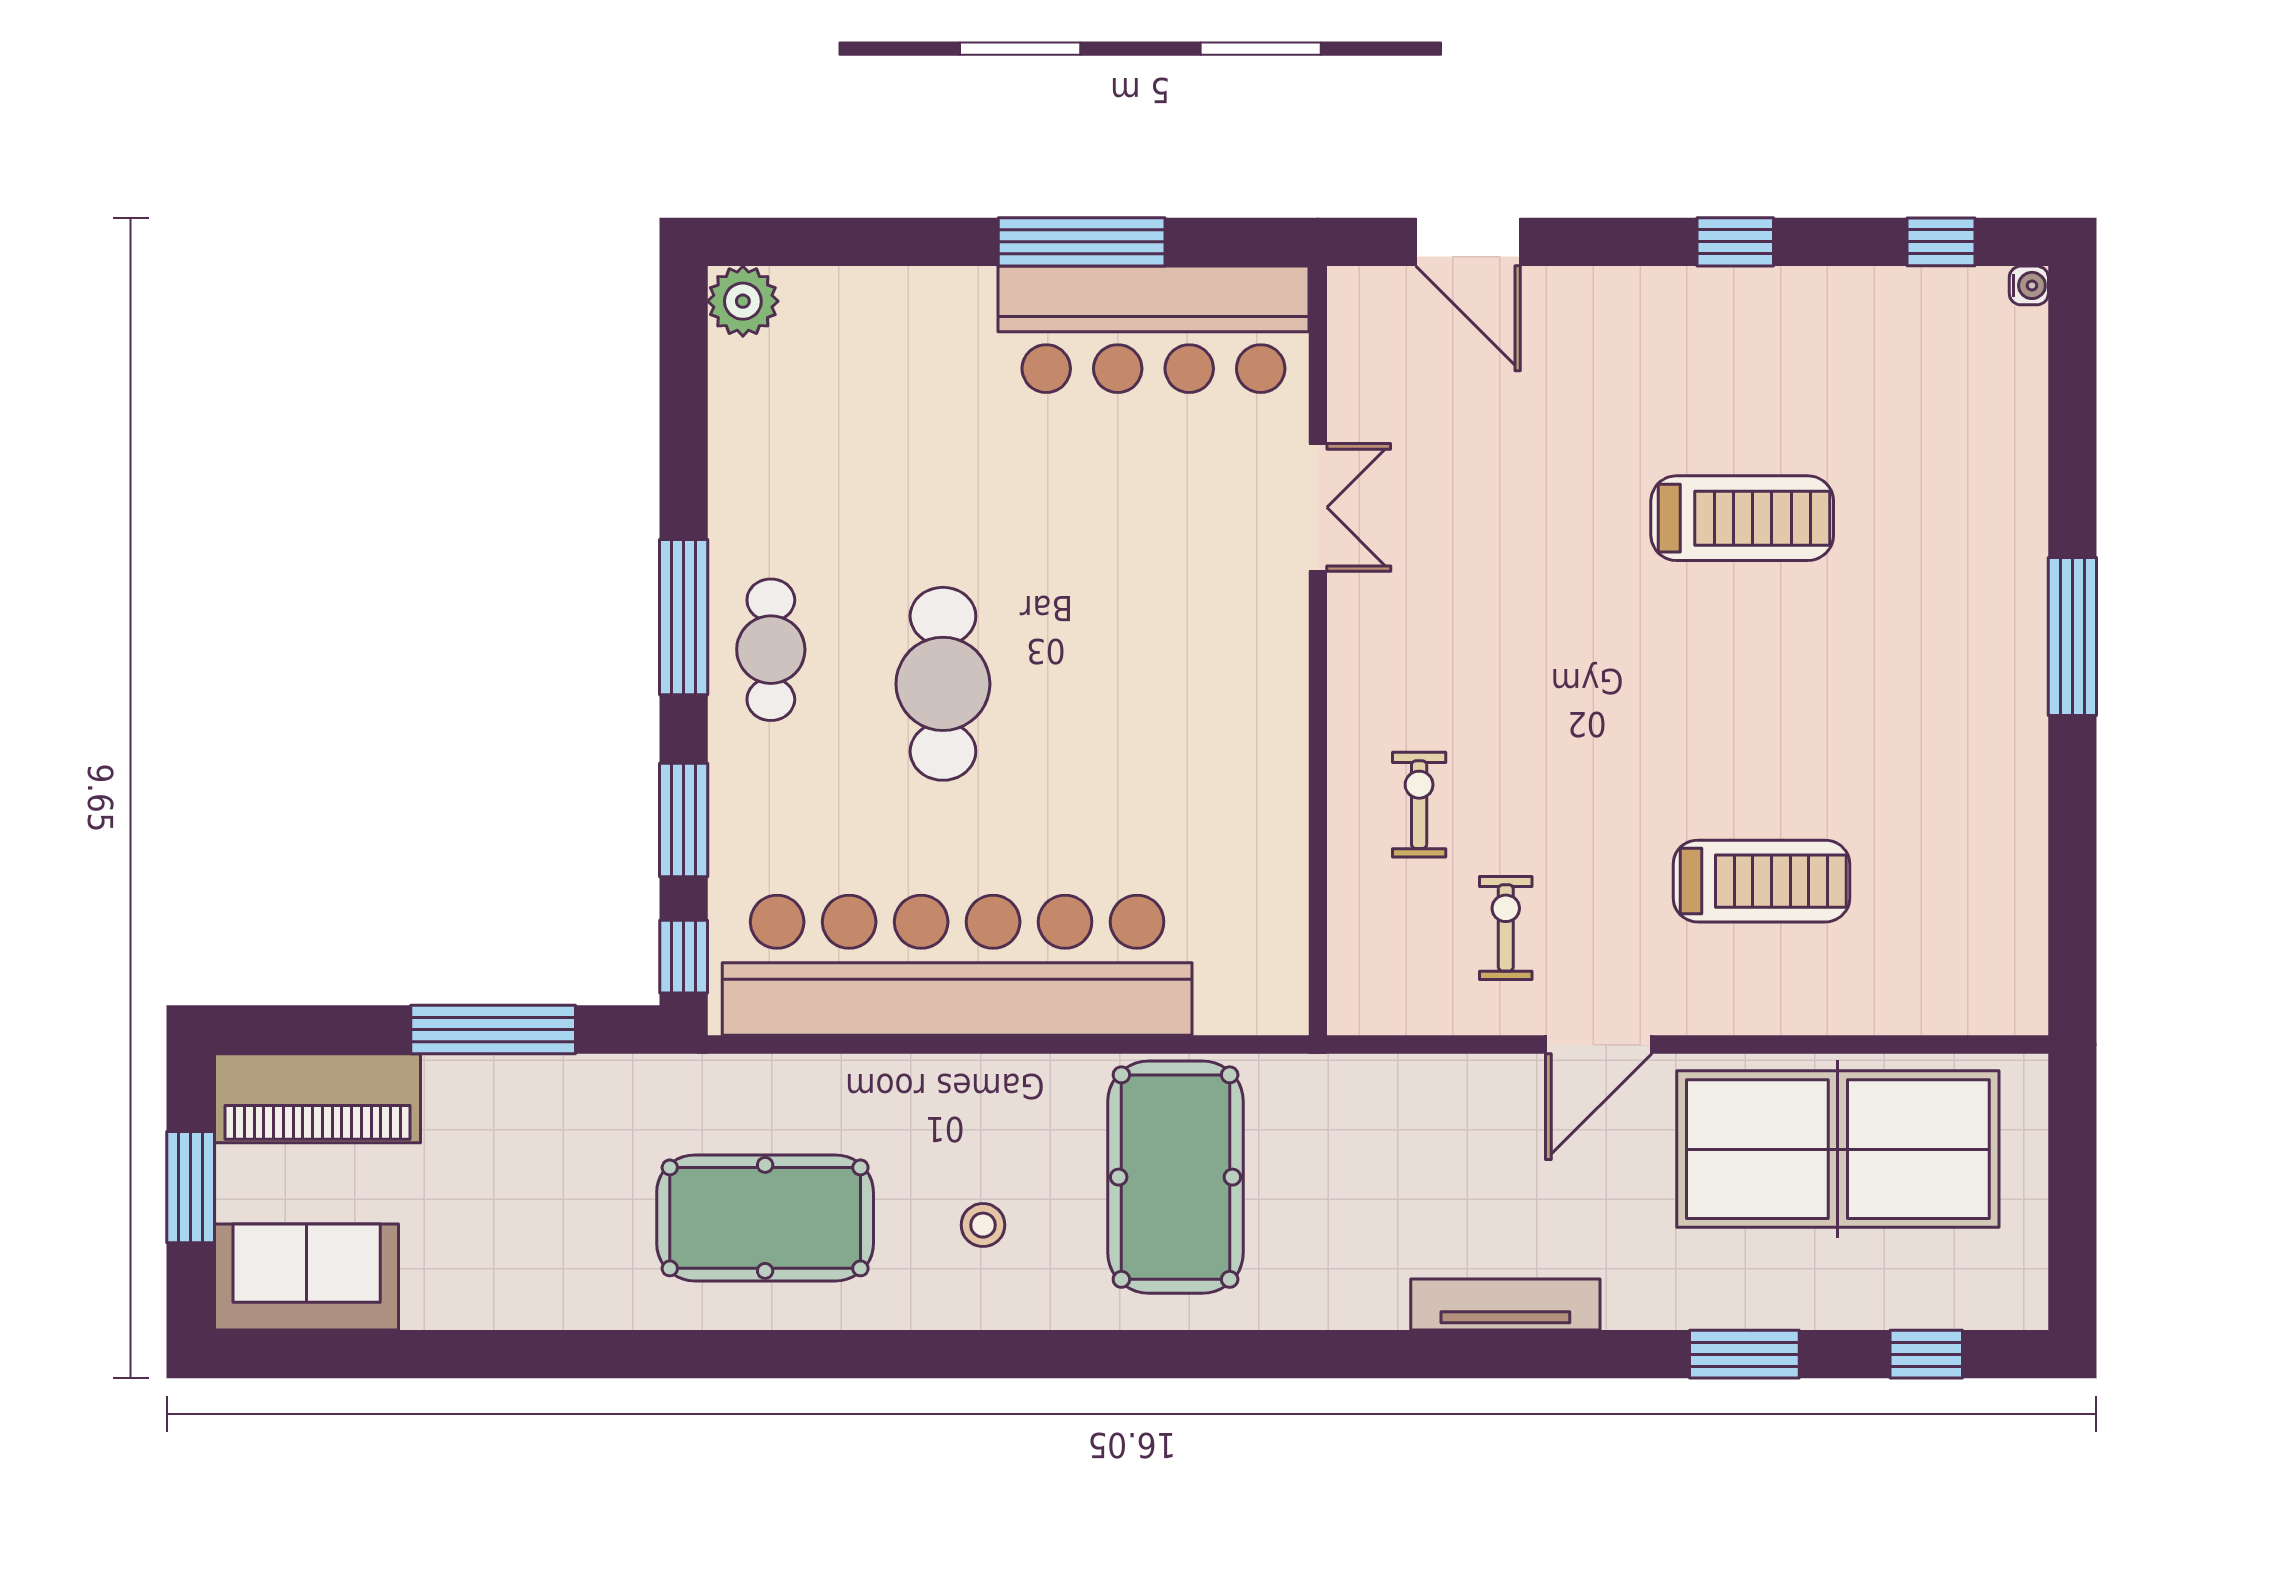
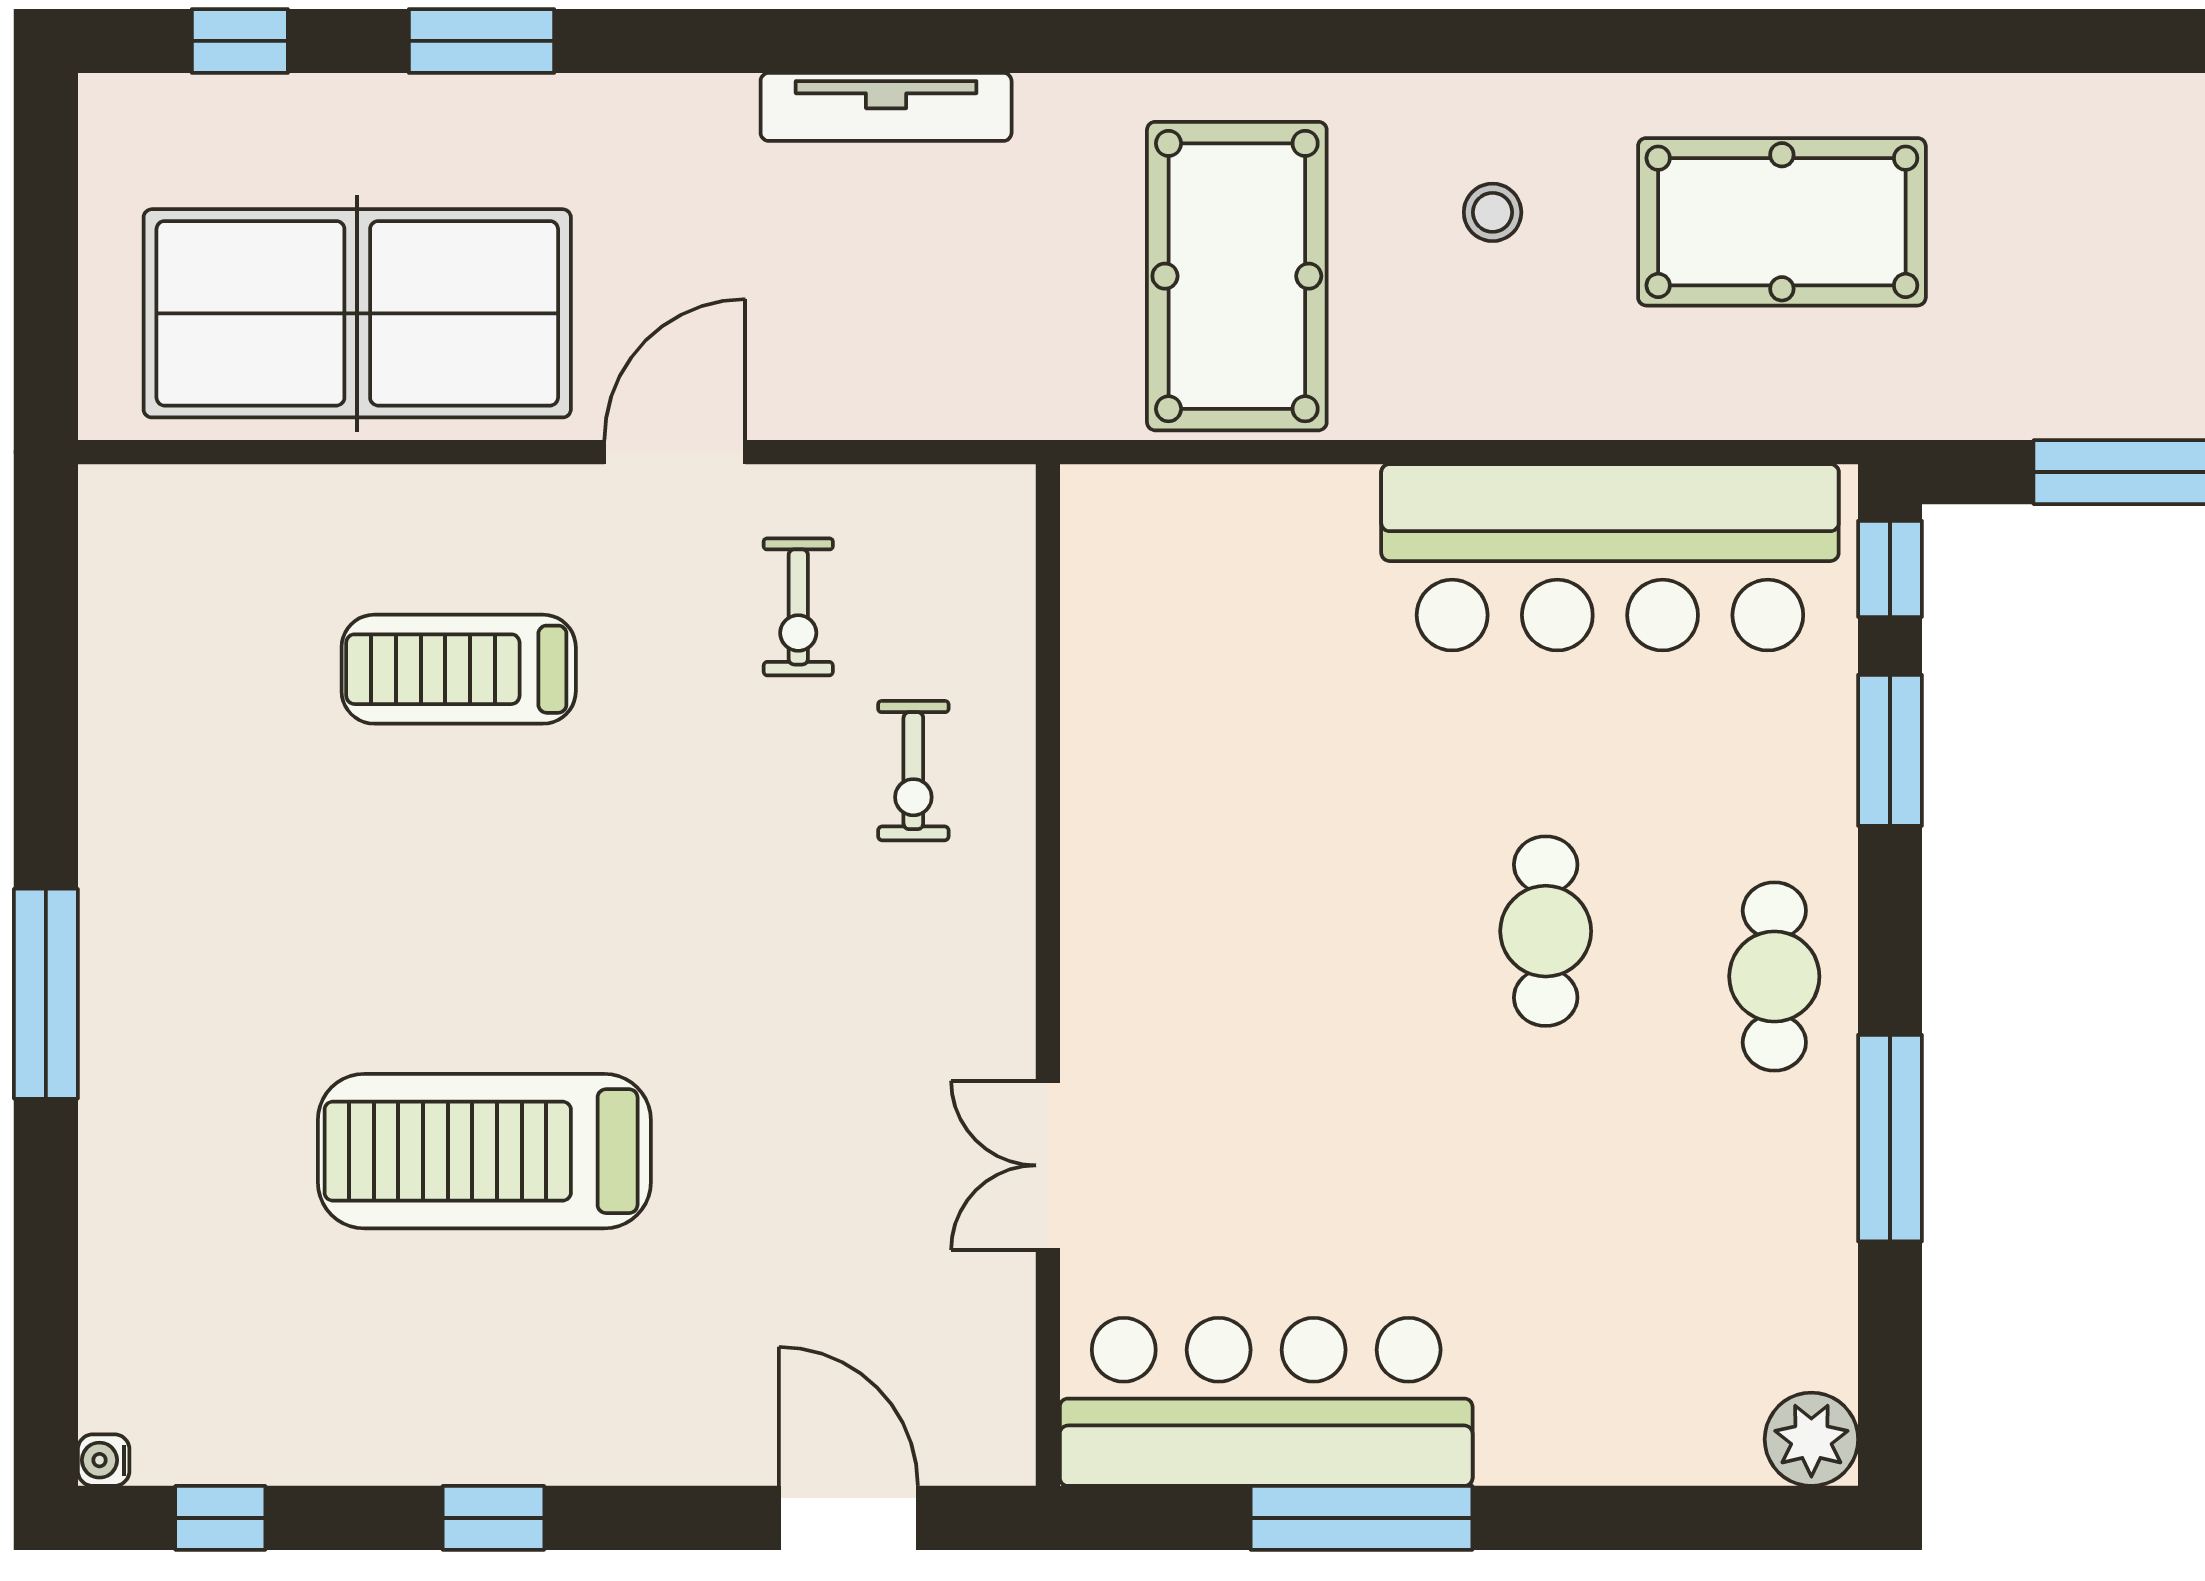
treadmill: (1742, 518) -> (484, 1151), width x1.37, depth x1.38
window: (684, 617) -> (1890, 1138), moved
cafe table: (943, 684) -> (1546, 931), width x0.73, depth x0.74
bar counter: (957, 965) -> (1610, 557), width x0.73
tv unit: (1505, 1304) -> (886, 107), moved

